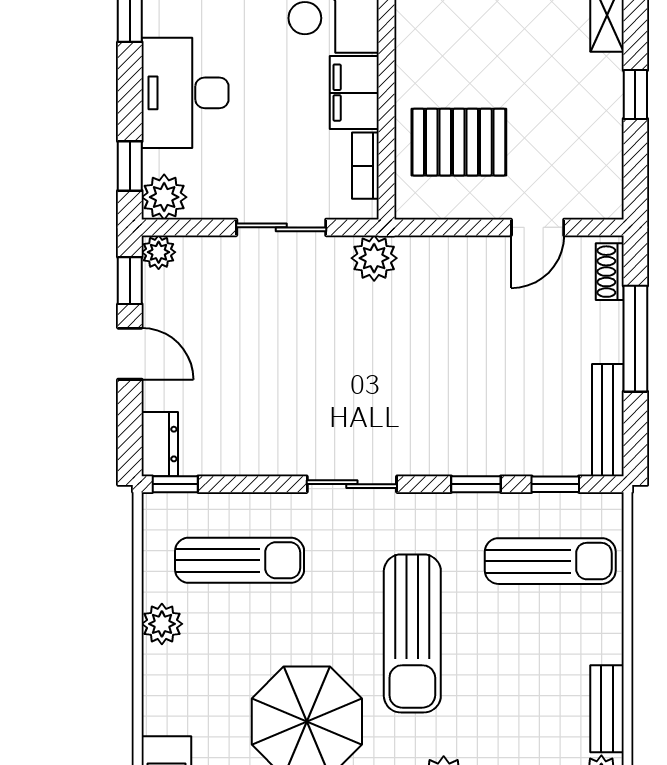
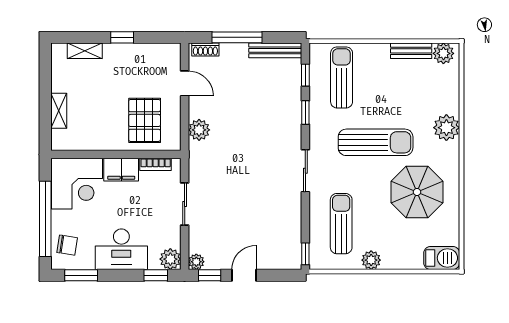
plant: (374, 258) -> (199, 130), moved
dresser: (160, 444) -> (287, 261), removed

